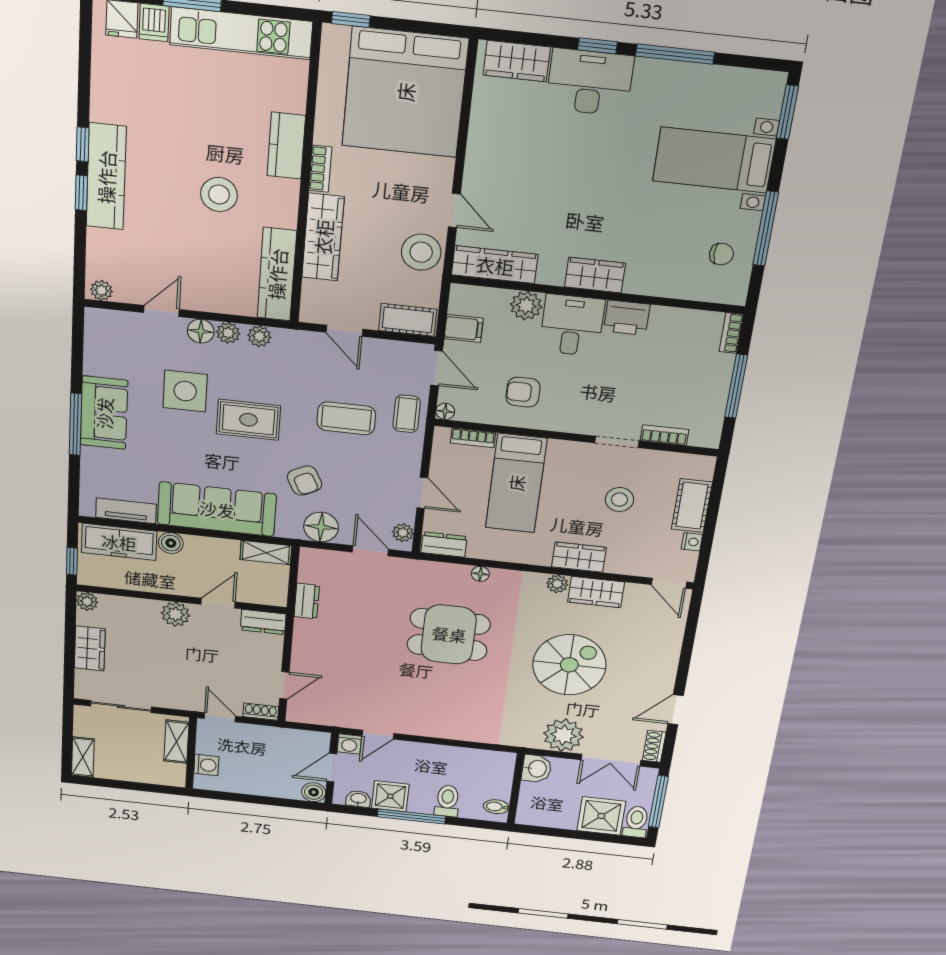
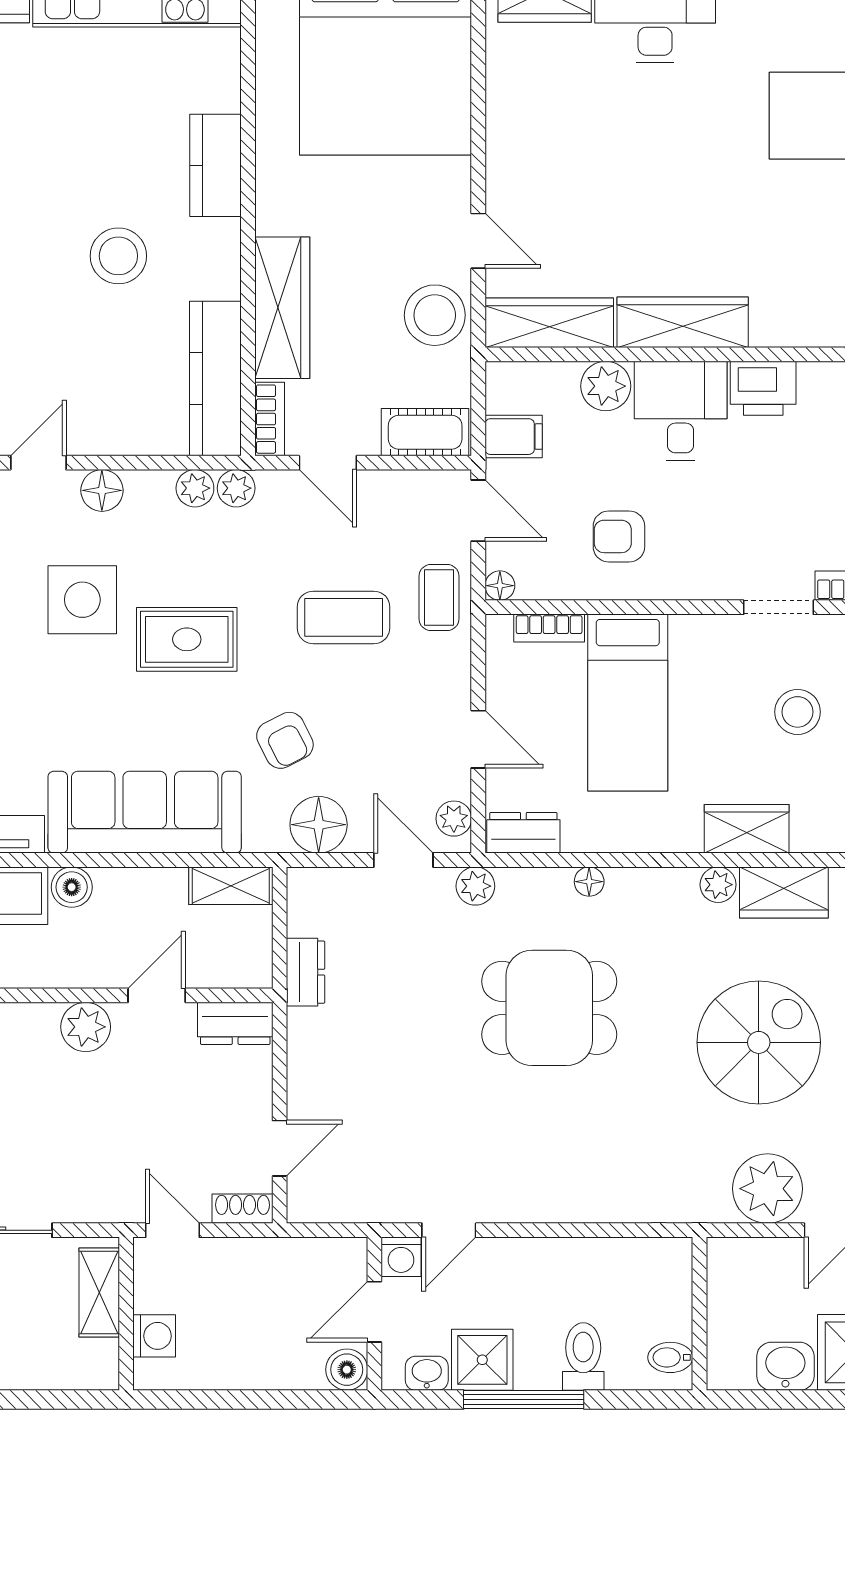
bookcase: (320, 169) -> (270, 419), moved
wardrobe: (595, 275) -> (683, 322), width x1.50
plant: (228, 333) -> (236, 488), moved
plant: (412, 569) -> (475, 886), added
washbasin: (537, 769) -> (785, 1366), moved, turned -90

